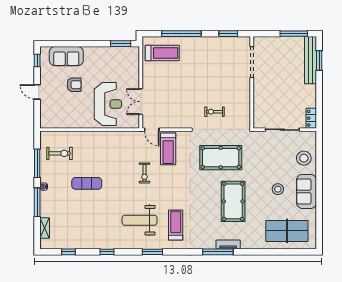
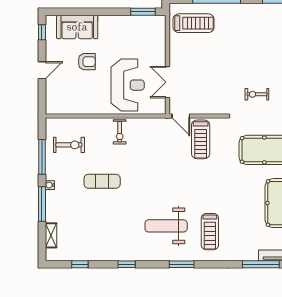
door: (37, 92) -> (42, 70), swing flipped
exercise bike: (144, 173) -> (120, 132), moved
treadmill: (176, 225) -> (210, 232), turned 180

